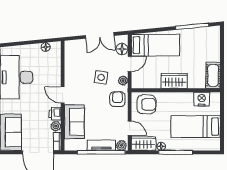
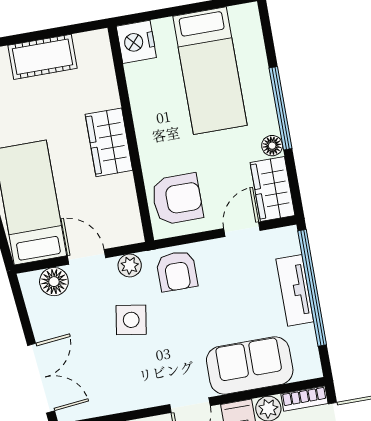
double door: (100, 35) -> (41, 378), moved
cot: (213, 75) -> (42, 57), moved
armchair: (117, 99) -> (177, 271), turned -90
nightstand: (202, 99) -> (136, 42), moved
armchair: (146, 104) -> (177, 199), turned 90
plant: (121, 145) -> (287, 242), removed

